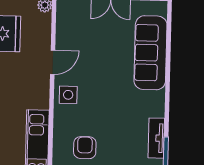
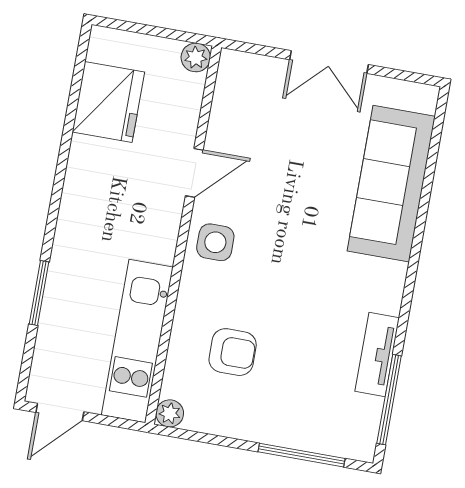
armchair: (85, 148) -> (233, 352), turned 90

